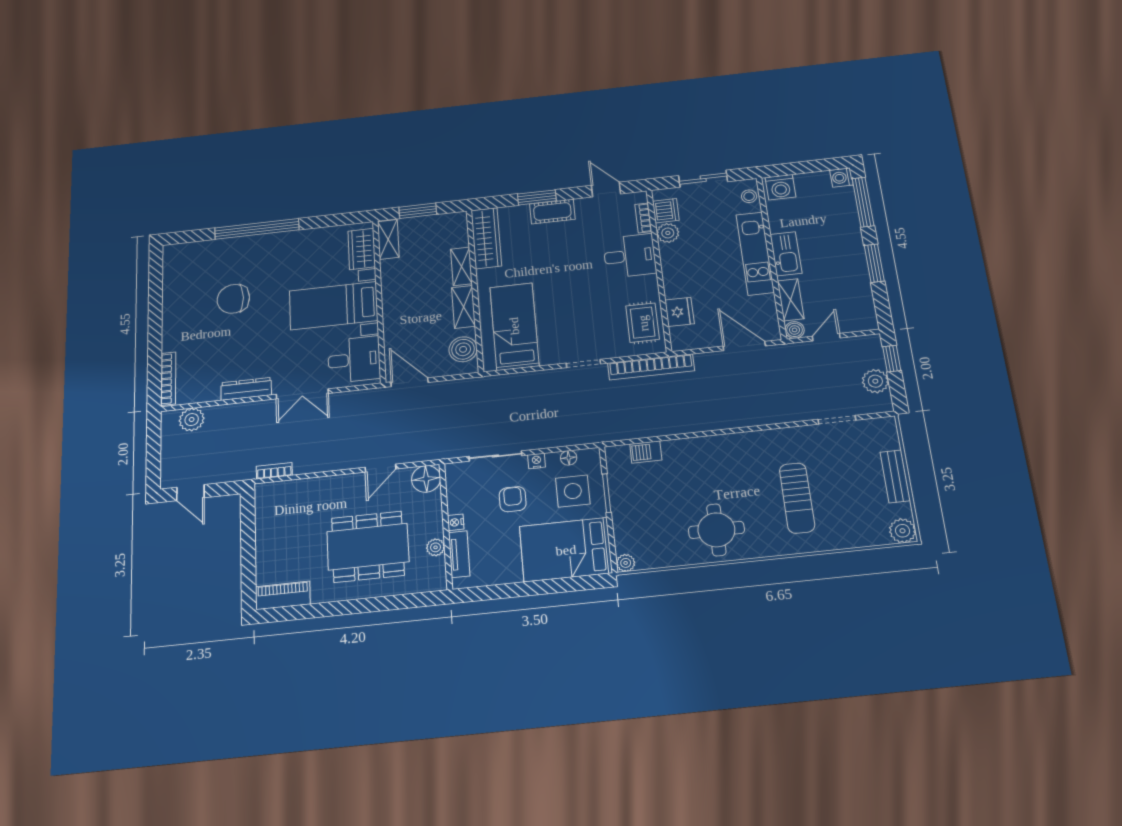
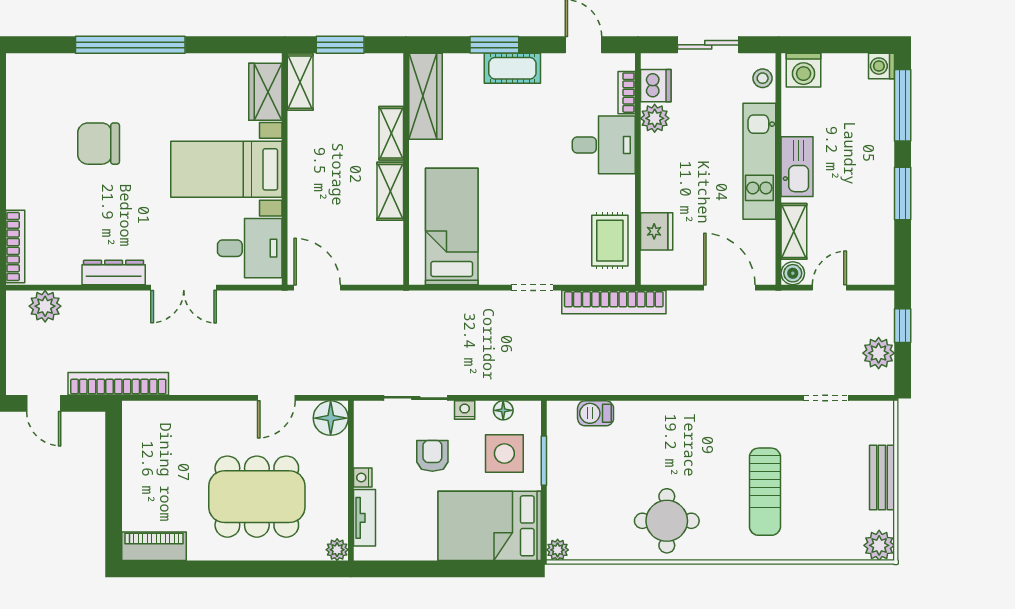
boiler: (463, 349) -> (386, 250), removed
bookcase: (274, 471) -> (118, 384), width x2.31, depth x1.31
plant: (436, 547) -> (337, 550), moved

